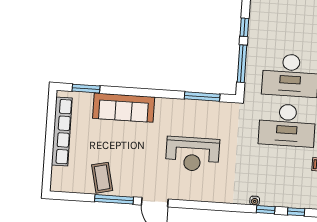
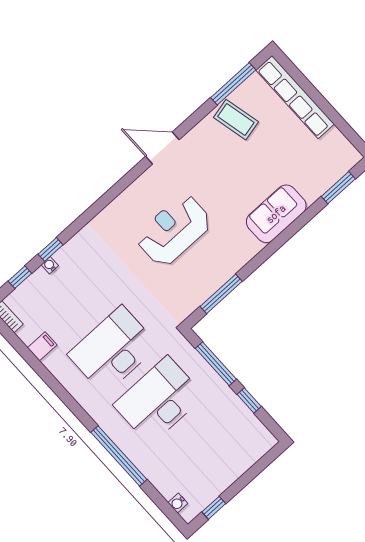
sofa: (124, 108) -> (276, 214), width x0.73
row of seats: (62, 131) -> (295, 97), moved
window: (114, 199) -> (233, 84), moved
water cooler: (255, 201) -> (50, 265), moved

